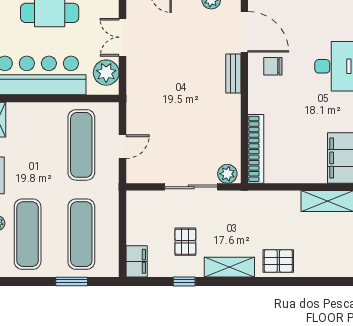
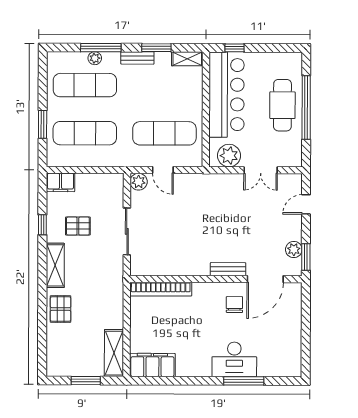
double door: (122, 37) -> (261, 170), swing flipped
plant: (227, 174) -> (139, 182), moved

